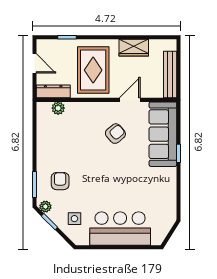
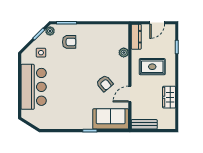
rug: (93, 70) -> (152, 67), width x0.73, depth x0.70
bench: (170, 75) -> (144, 124), width x0.73
door: (130, 100) -> (130, 94), swing flipped
plant: (58, 108) -> (124, 53), moved
sofa: (163, 134) -> (111, 119), width x0.73

